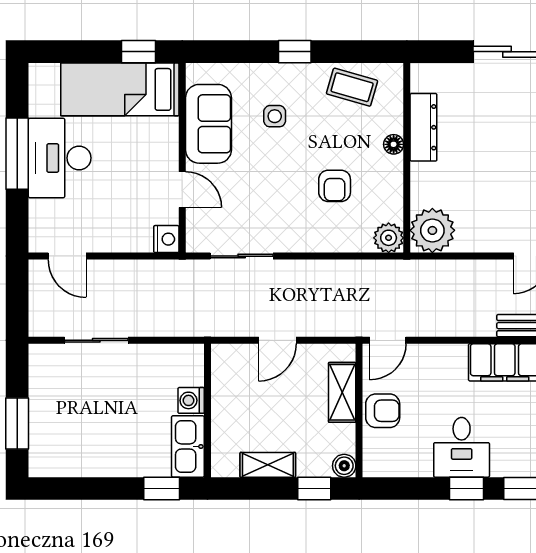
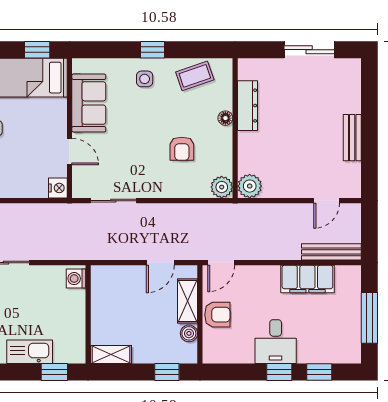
coffee table: (352, 87) -> (195, 76), turned -35
side table: (275, 116) -> (145, 79), moved
plant: (432, 230) -> (250, 186), width x0.73, depth x0.73
door: (277, 340) -> (160, 263), moved
washing machine: (191, 400) -> (76, 279), moved
kitchen sink: (188, 446) -> (30, 352), moved, turned 90
shelving: (268, 465) -> (111, 355), moved
boiler: (344, 466) -> (189, 333), moved

